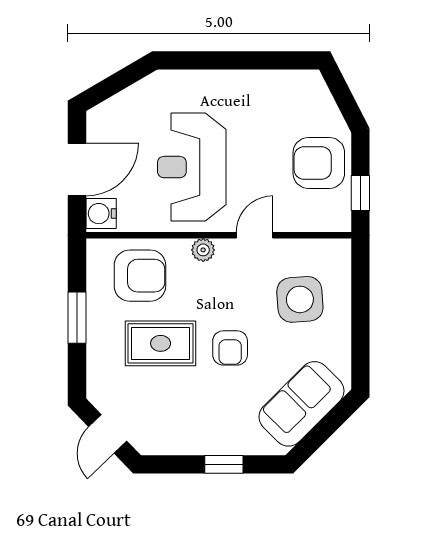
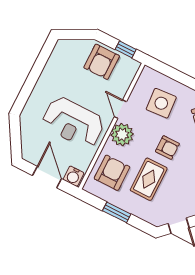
plant: (203, 250) -> (122, 135), width x1.87, depth x1.87

